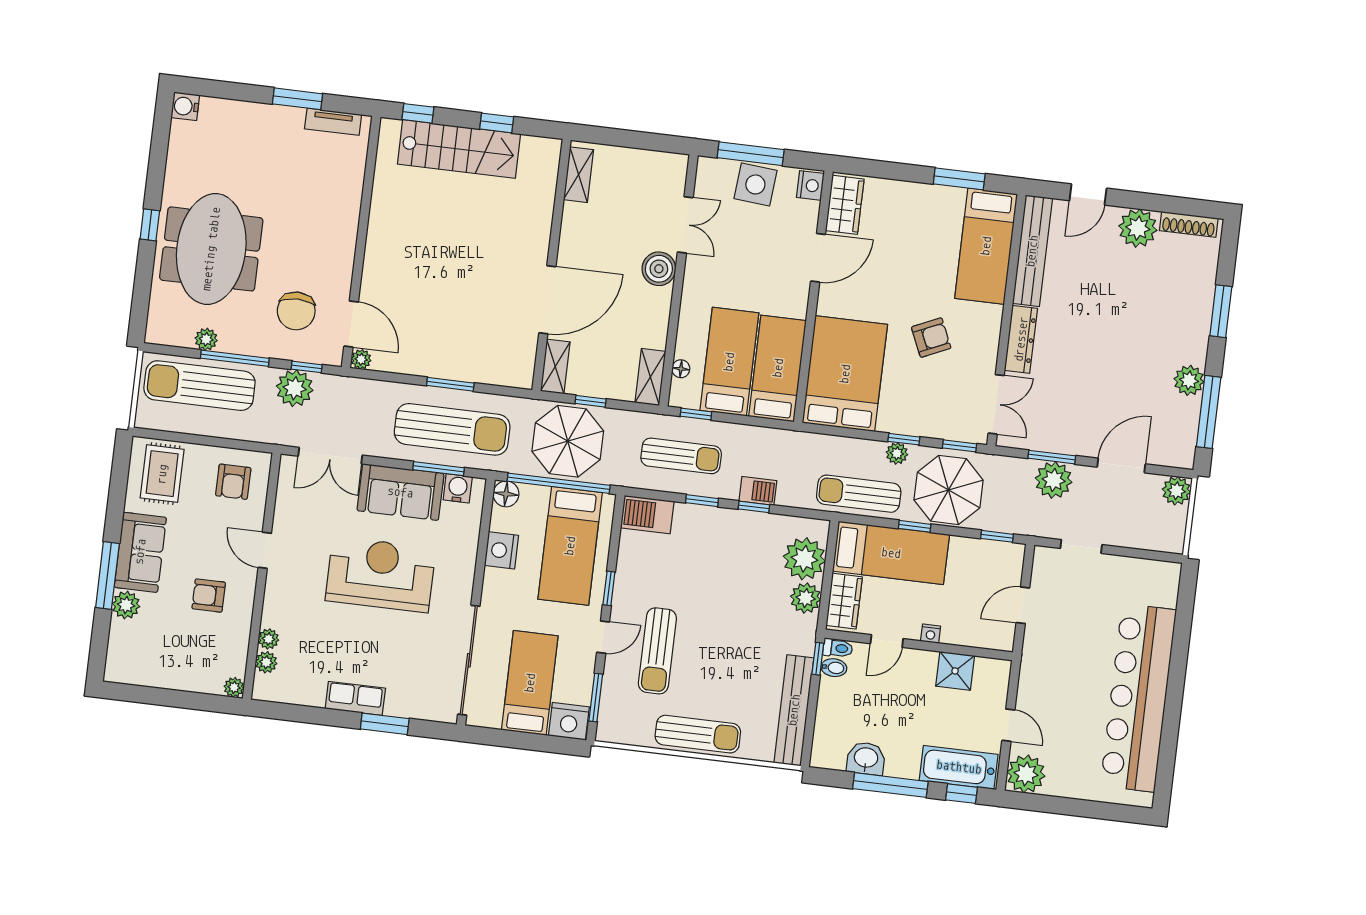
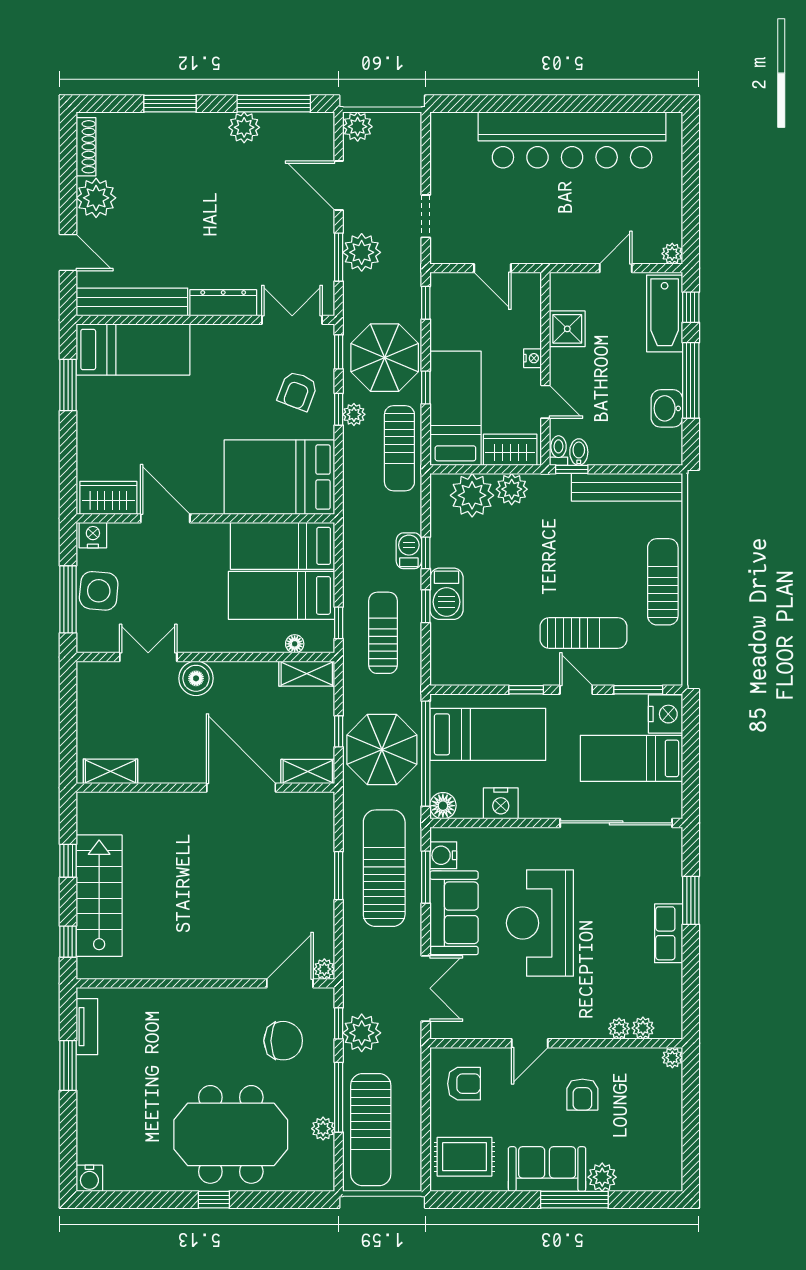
armchair: (931, 338) -> (298, 391), moved, turned -135
barbecue: (647, 515) -> (447, 594), moved
plant: (1026, 774) -> (672, 254), width x0.53, depth x0.53

